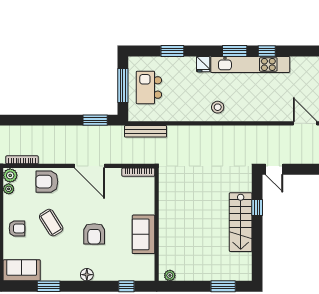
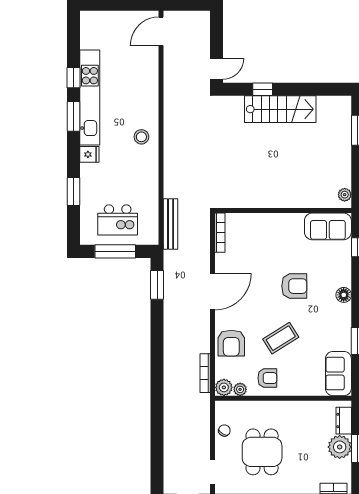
armchair: (17, 228) -> (267, 378), moved, turned 90
sofa: (144, 234) -> (328, 226), moved

